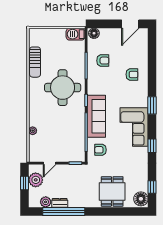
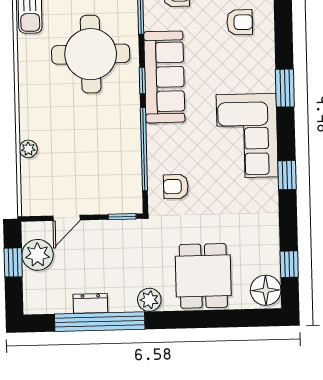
sofa: (96, 116) -> (164, 77), moved
plant: (46, 202) -> (149, 300), moved

